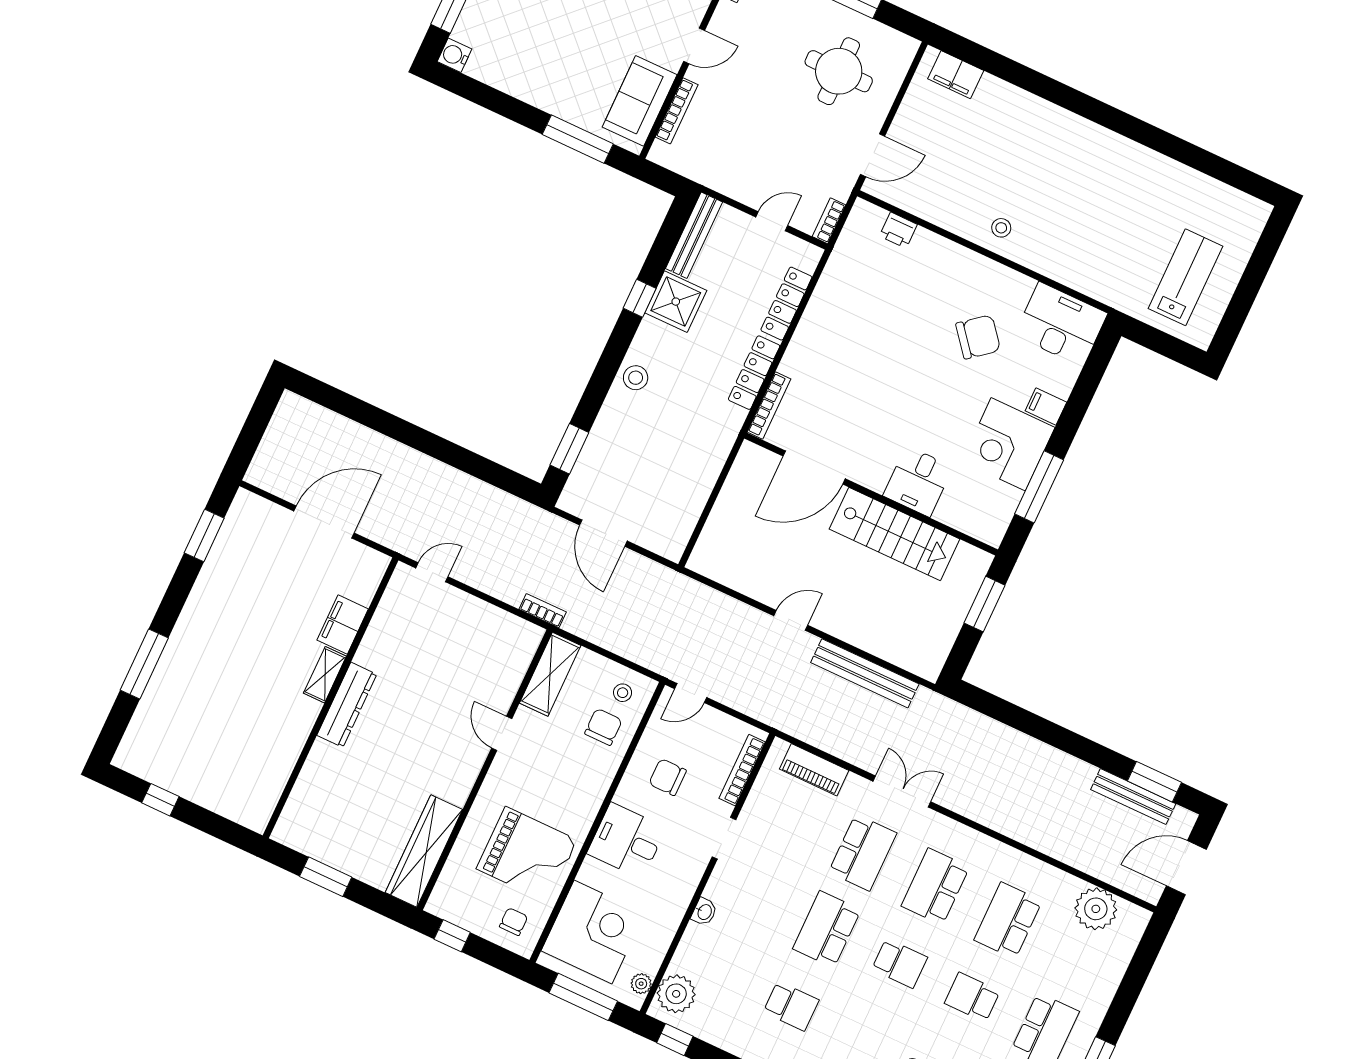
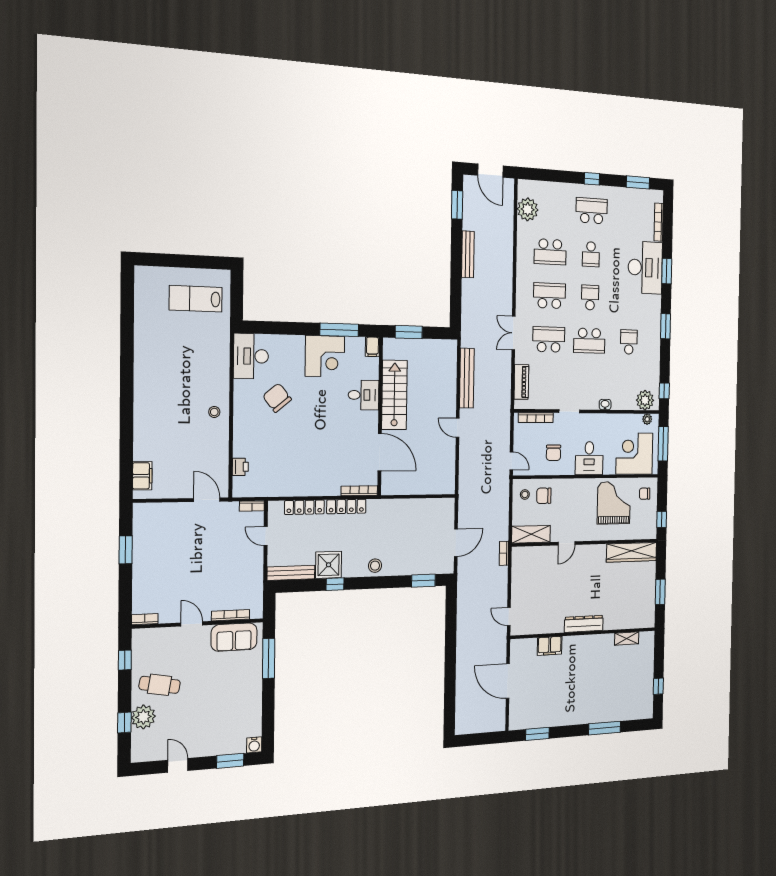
round table: (839, 71) -> (170, 540), removed
filing cabinet: (1046, 407) -> (372, 347), moved
shelving: (325, 675) -> (627, 638), moved
bench: (1133, 797) -> (468, 254), moved
school desk: (935, 887) -> (549, 296), turned 180

